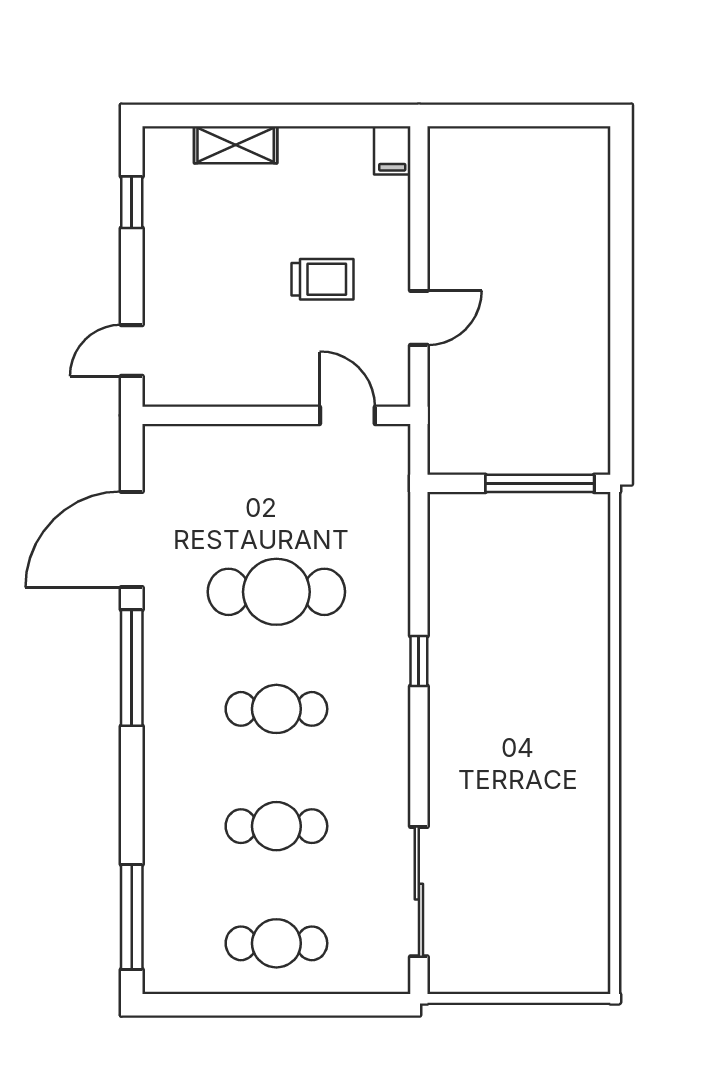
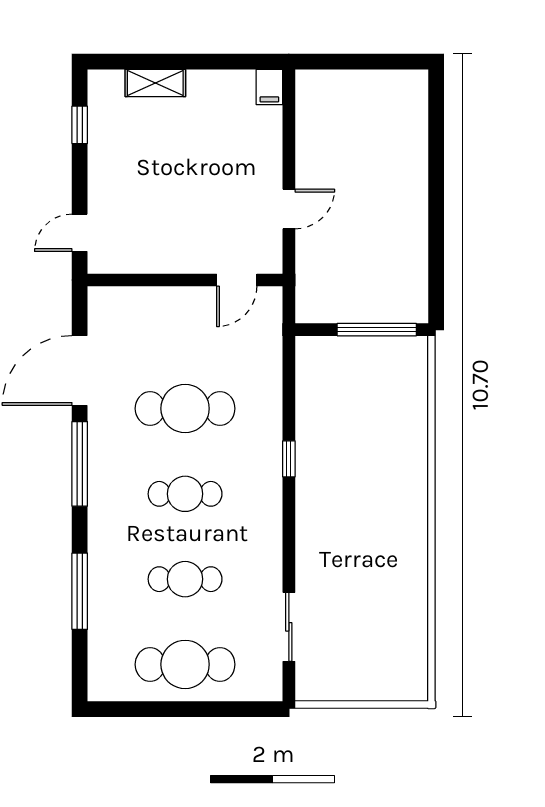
trolley: (322, 279) -> (219, 181), removed
door: (347, 415) -> (237, 280), swing flipped
sliding door: (419, 892) -> (289, 627), width x0.73
window: (132, 917) -> (80, 591), moved
cafe table: (276, 943) -> (185, 664), width x1.37, depth x1.35

